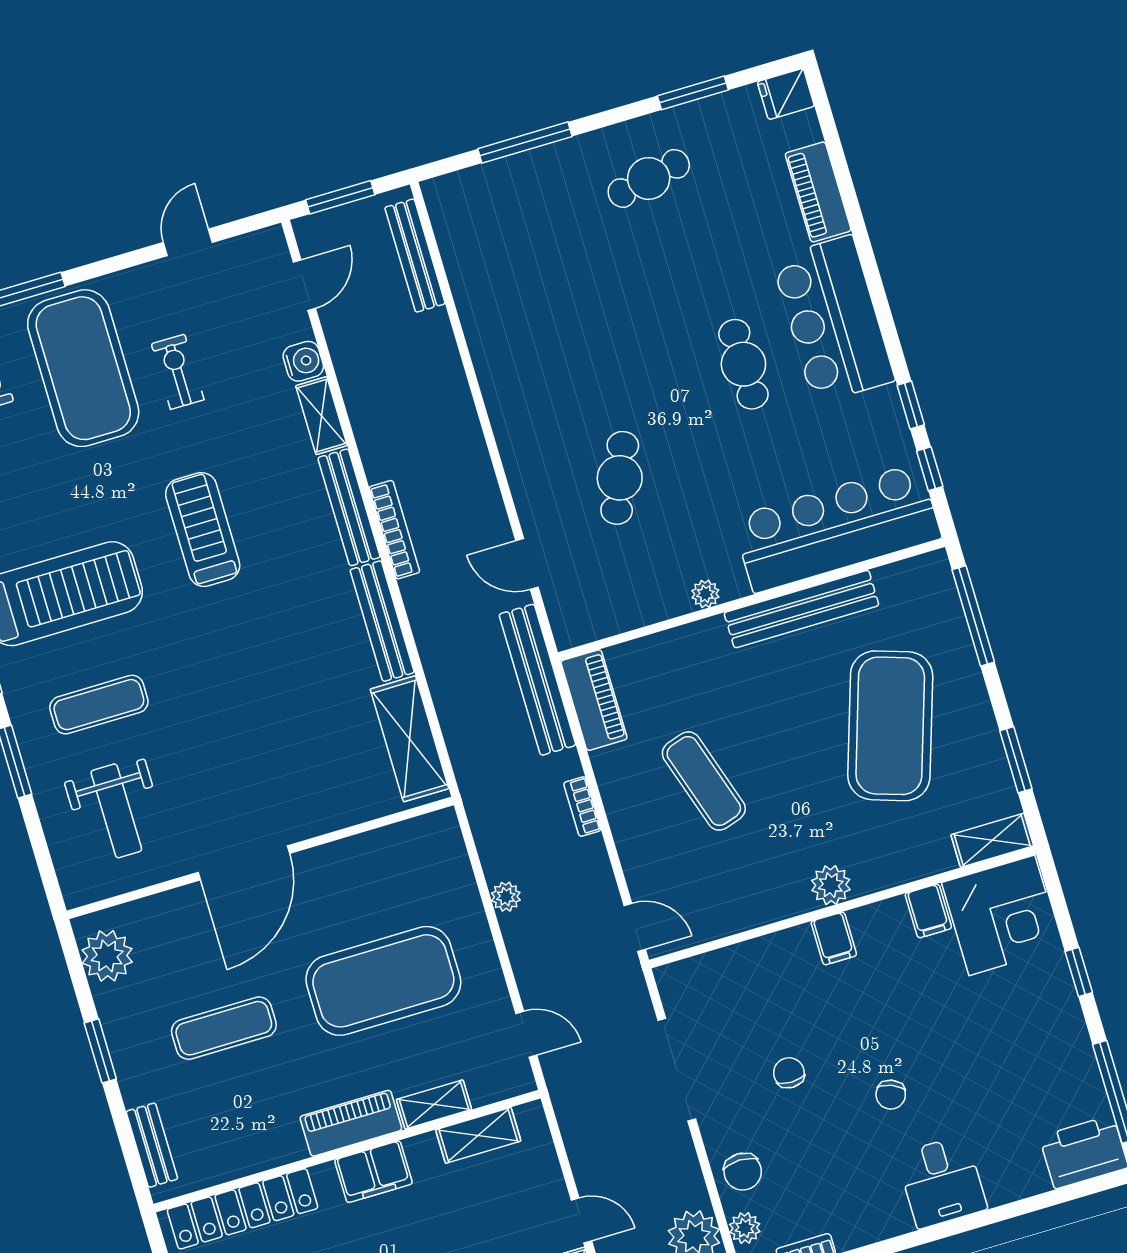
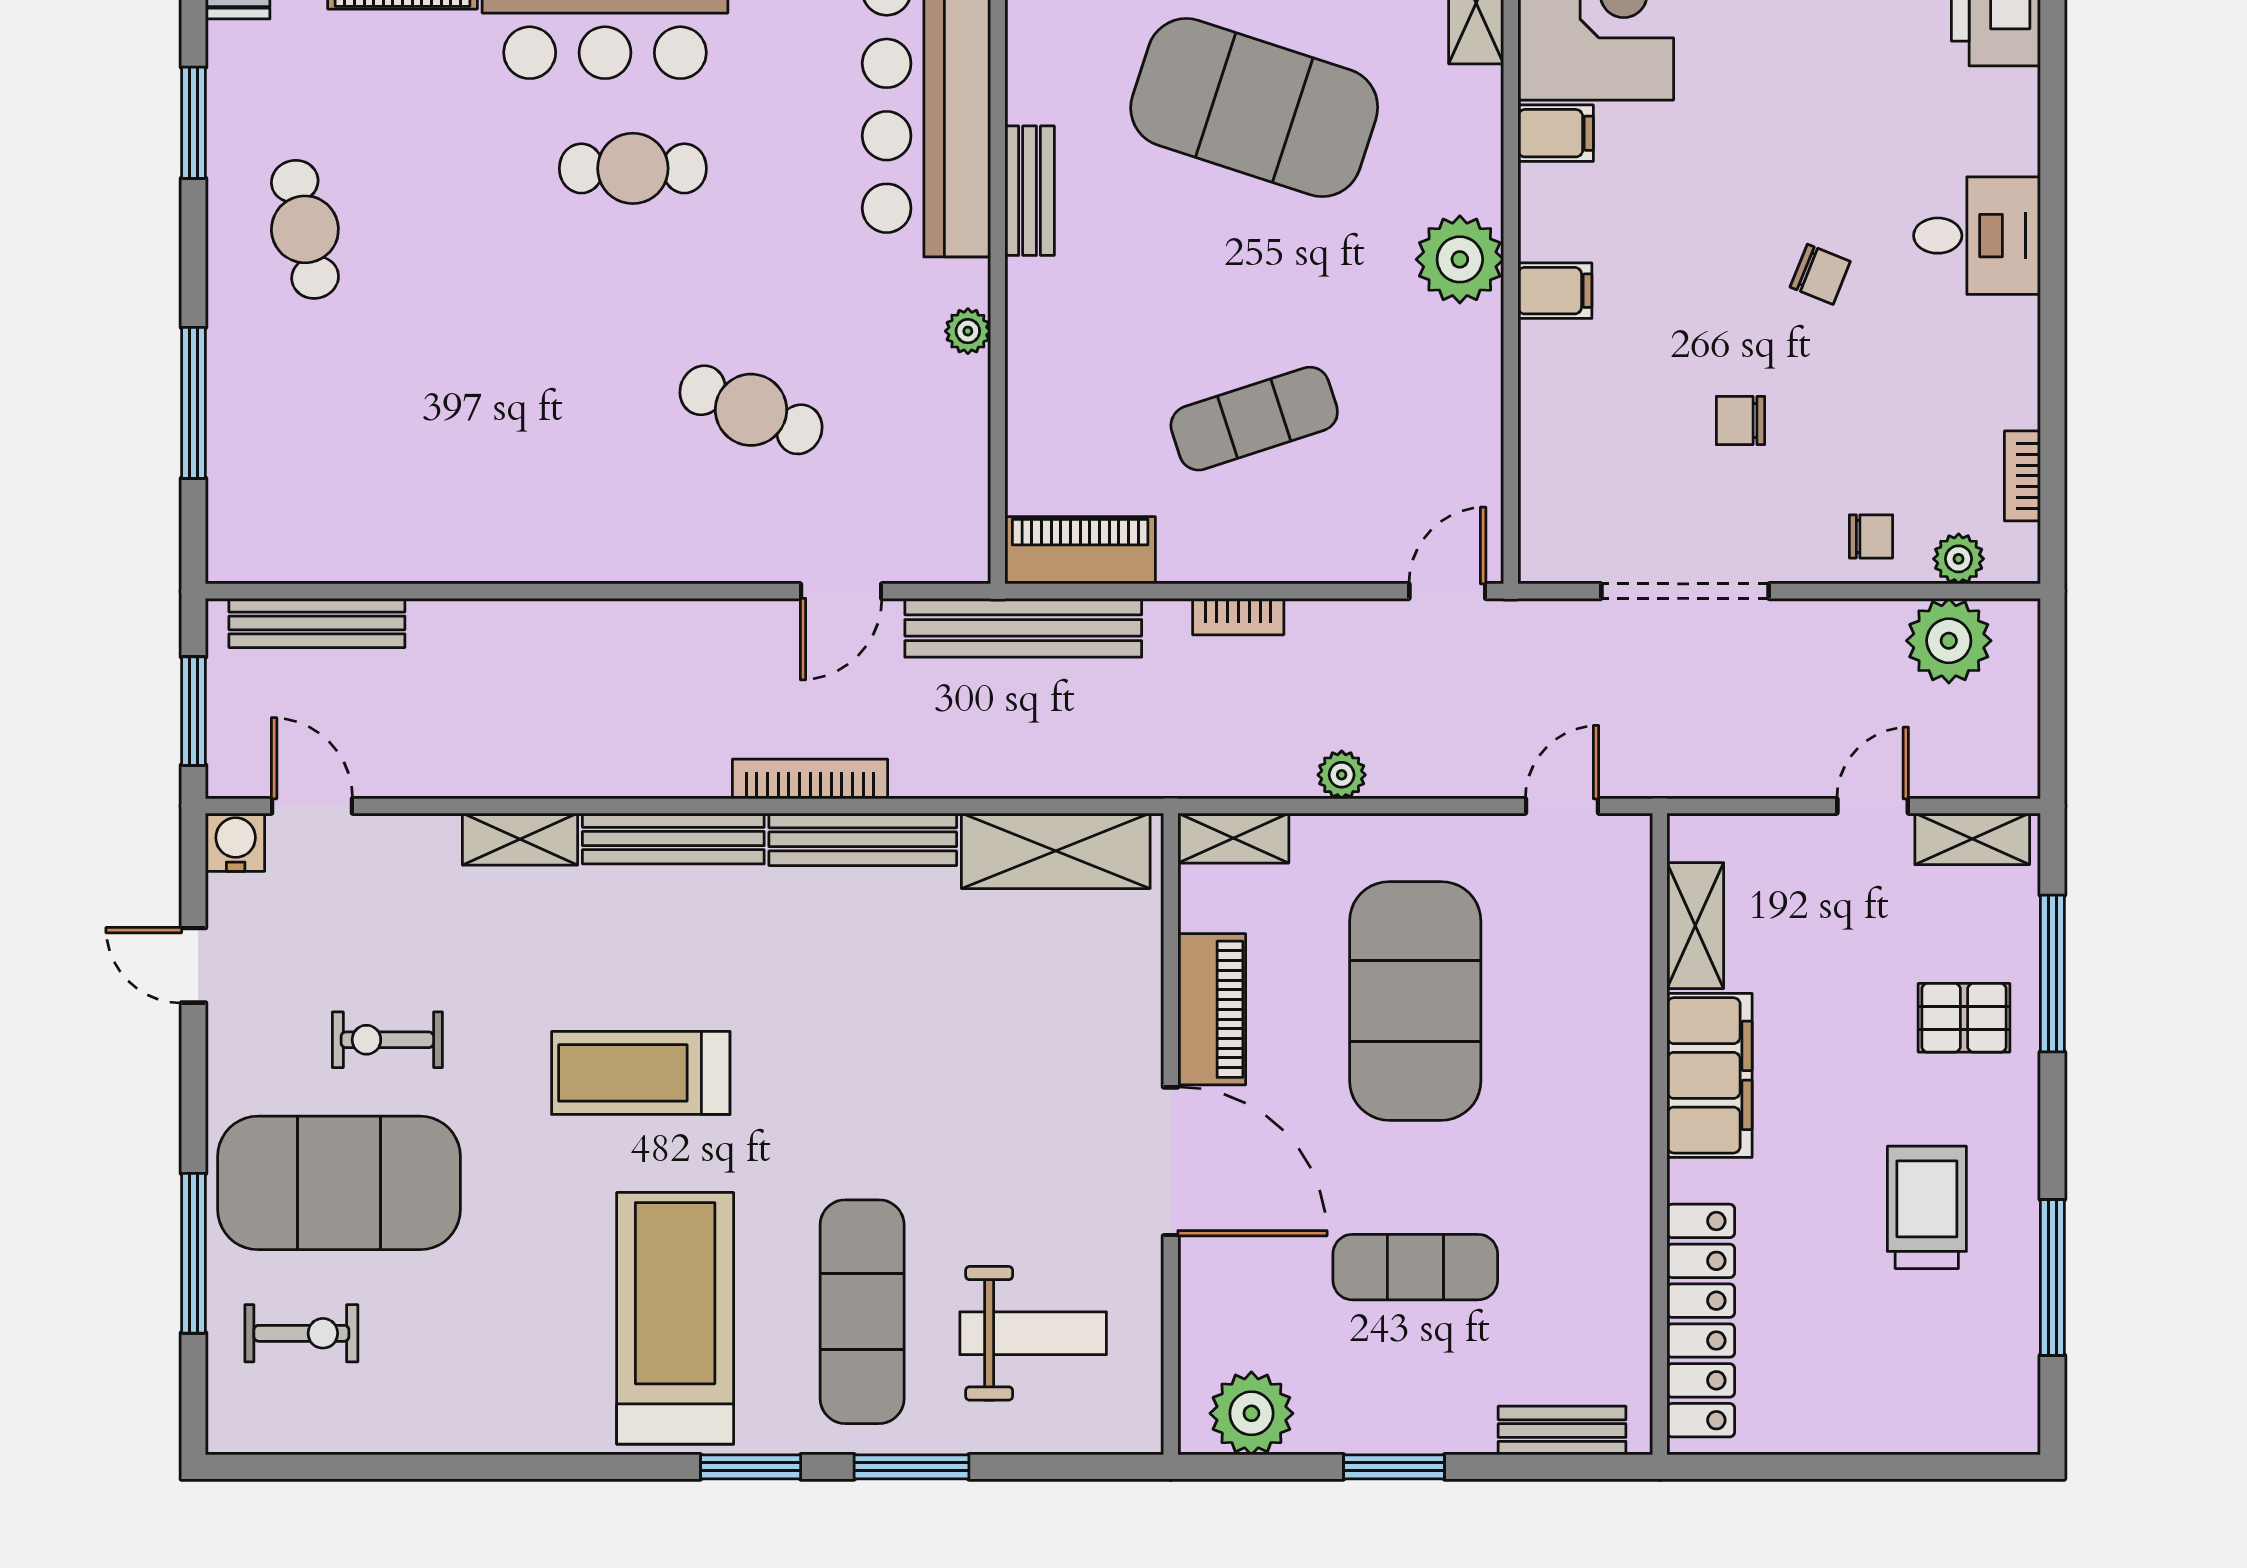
water cooler: (303, 361) -> (236, 842), moved
bookcase: (394, 530) -> (810, 779), moved
bench: (801, 609) -> (1030, 191), width x0.54, depth x0.82
exercise mat: (99, 705) -> (862, 1312), width x1.36, depth x1.45
plant: (831, 885) -> (1460, 259), width x1.36, depth x1.36
exercise mat: (224, 1028) -> (1415, 1267), turned 90
shelving: (434, 1104) -> (1233, 838), moved, turned 90
piano: (351, 1123) -> (1212, 1009), moved, turned 180
filing cabinet: (374, 1172) -> (1710, 1075), width x1.50, depth x1.17
chair: (743, 1172) -> (1871, 536), width x0.73, depth x0.73

